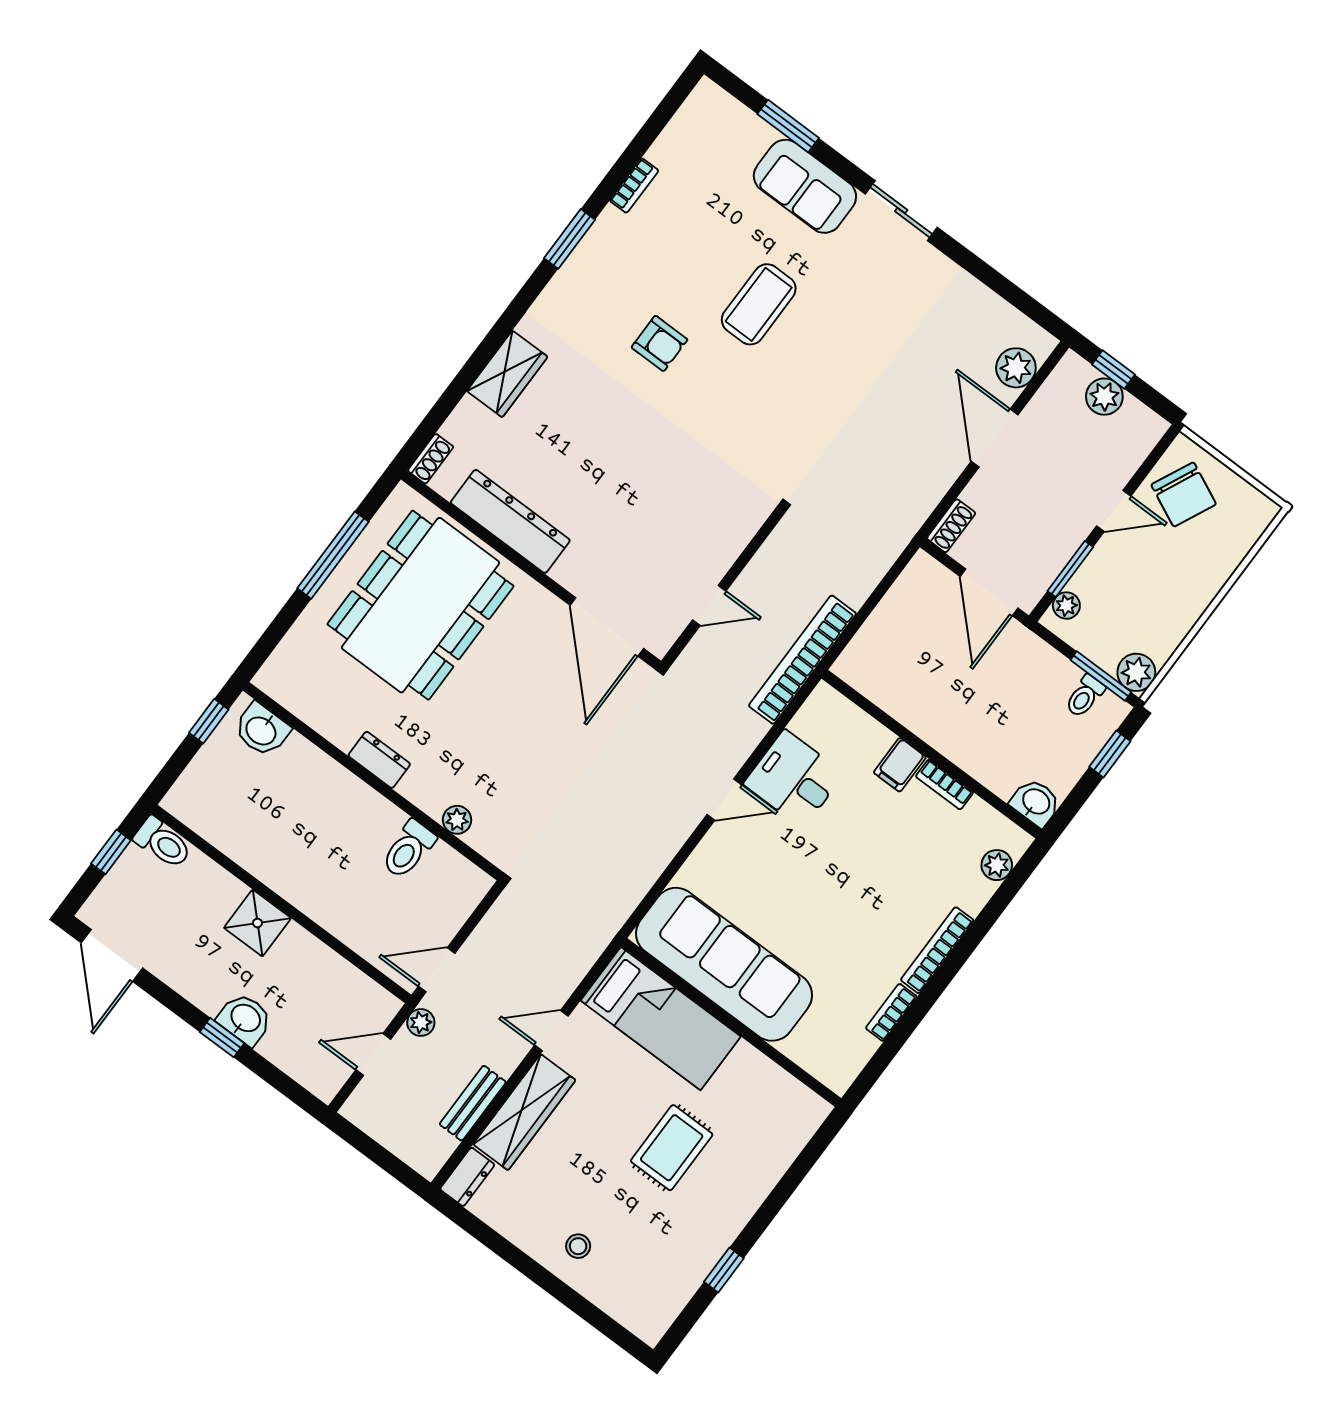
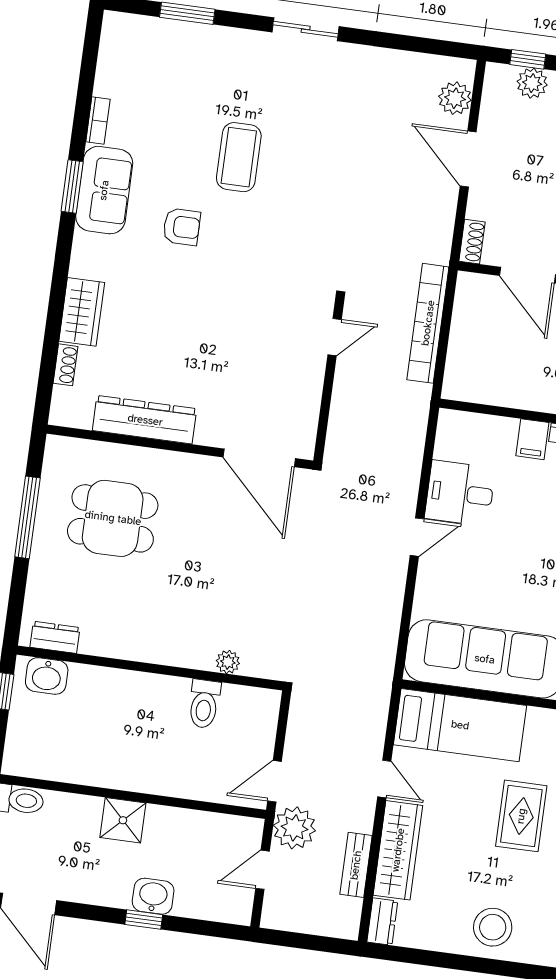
sofa: (805, 186) -> (104, 190), moved, turned -90
shoe rack: (431, 459) -> (65, 365), moved
dining table: (420, 605) -> (113, 518), width x0.53, depth x0.80
door: (709, 605) -> (335, 337), moved
bookcase: (803, 660) -> (428, 323), moved
dresser: (379, 760) -> (55, 637), moved
plant: (421, 1022) -> (294, 828), width x1.88, depth x1.88
door: (551, 1031) -> (384, 779), swing flipped
stool: (578, 1246) -> (493, 927), width x1.89, depth x1.89

